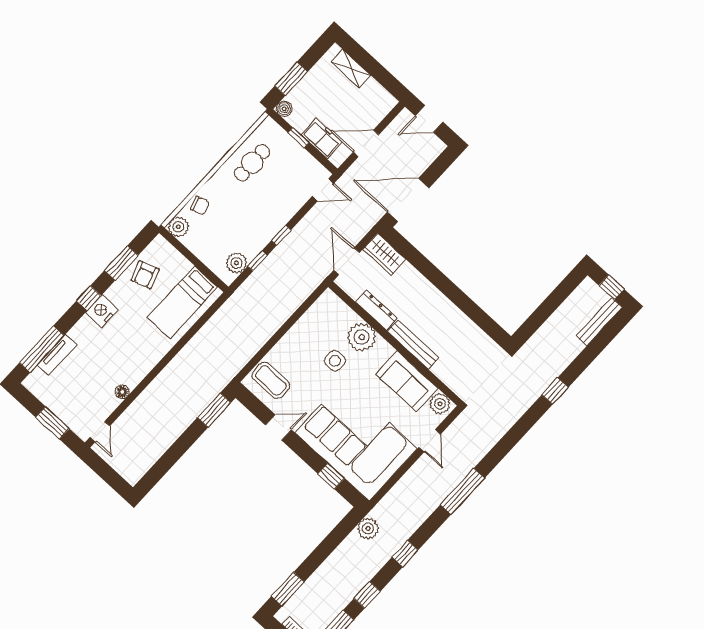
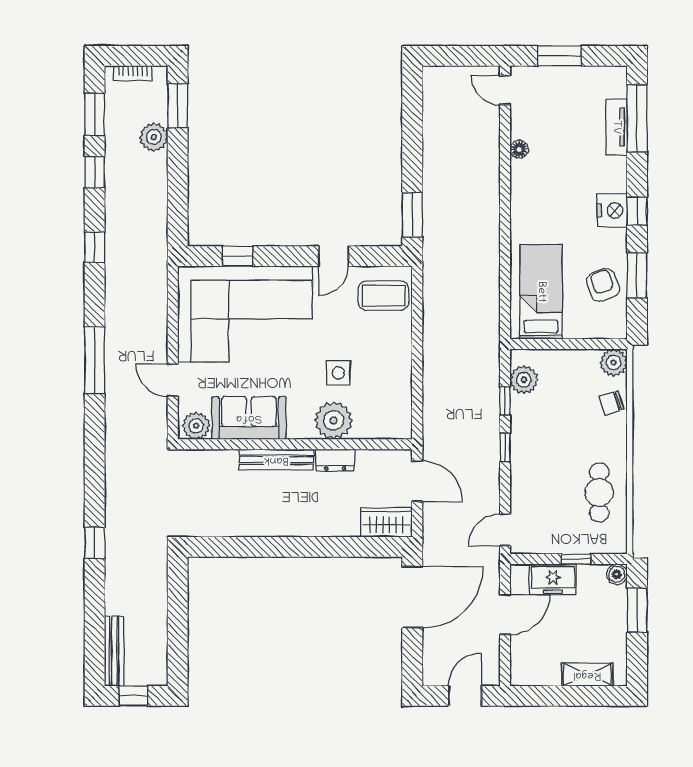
dresser: (376, 310) -> (335, 460), width x0.70
plant: (368, 529) -> (154, 137), moved

